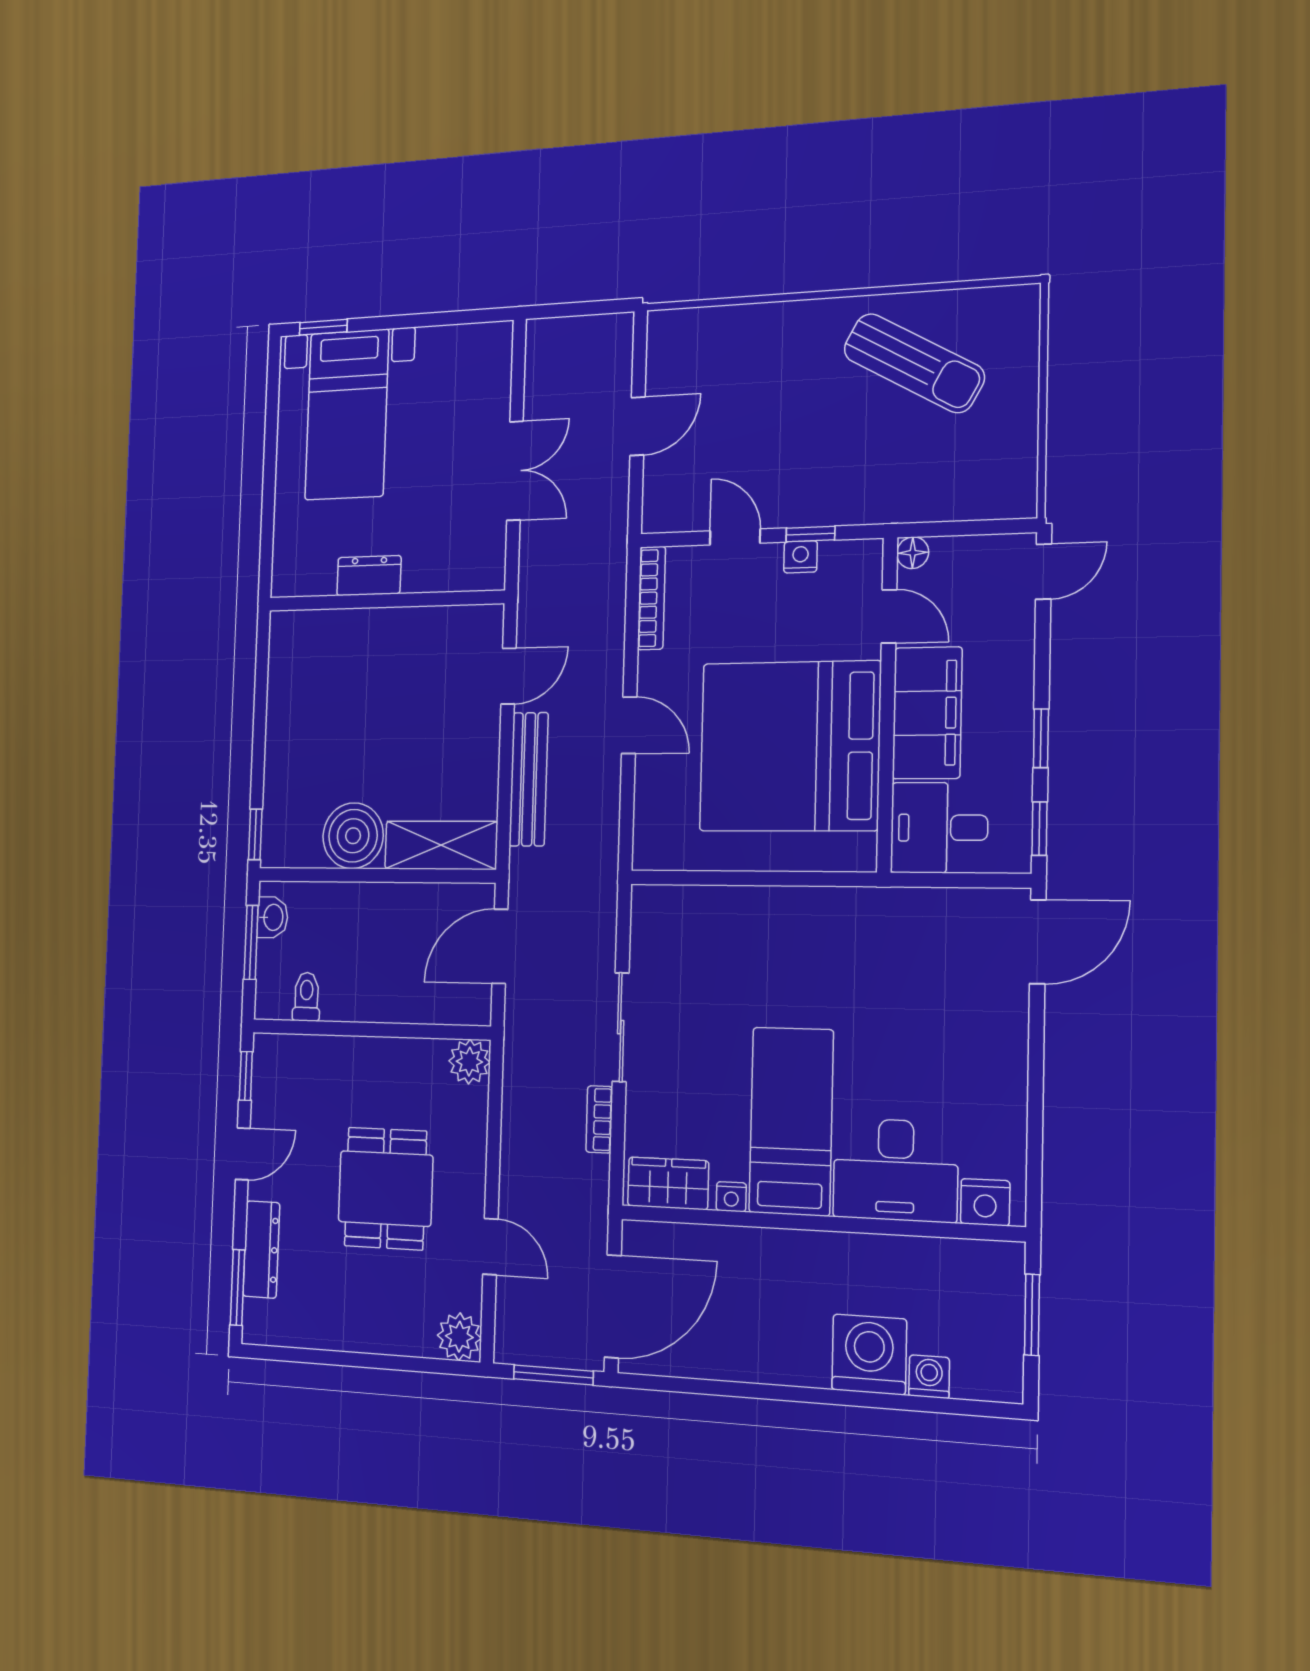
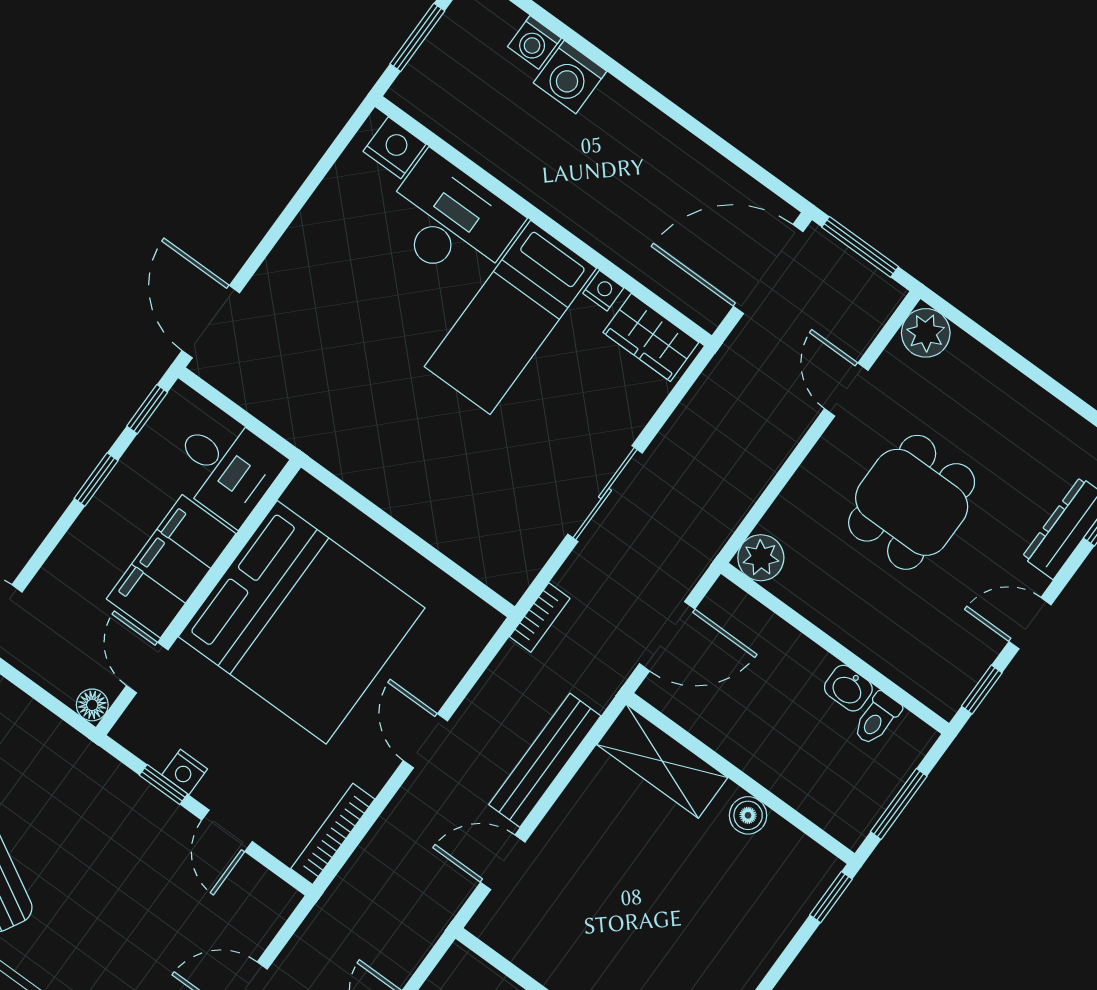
boiler: (353, 836) -> (748, 815), width x0.54, depth x0.54
washbasin: (273, 917) -> (848, 688), moved, turned -90
door: (1038, 942) -> (211, 322), hinge flipped
bookcase: (599, 1119) -> (540, 618), moved
washing machine: (869, 1354) -> (570, 77), width x0.73, depth x0.73

